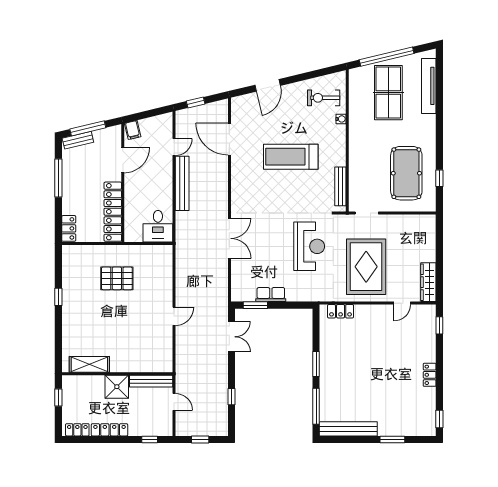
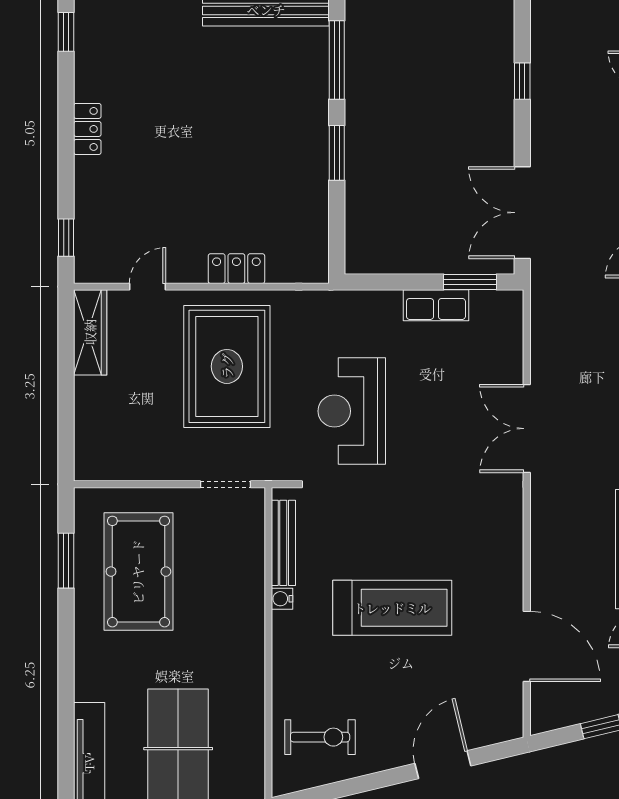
water cooler: (341, 119) -> (282, 599), moved
window: (439, 178) -> (66, 561), width x1.50
locker: (341, 311) -> (236, 269), moved
double door: (232, 337) -> (522, 213), width x1.37

